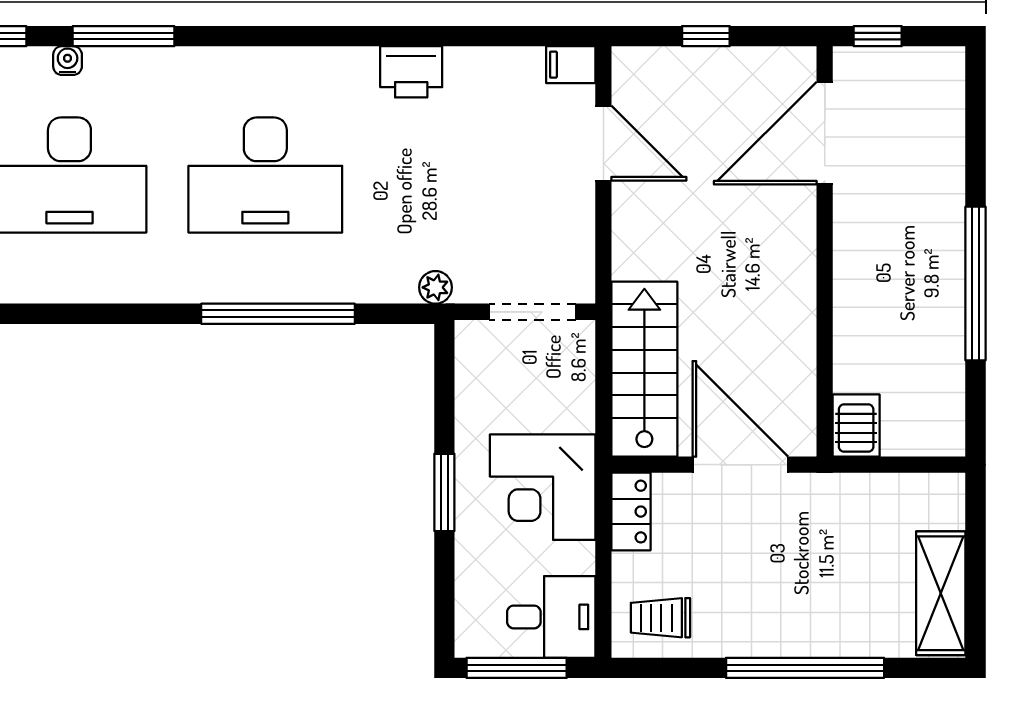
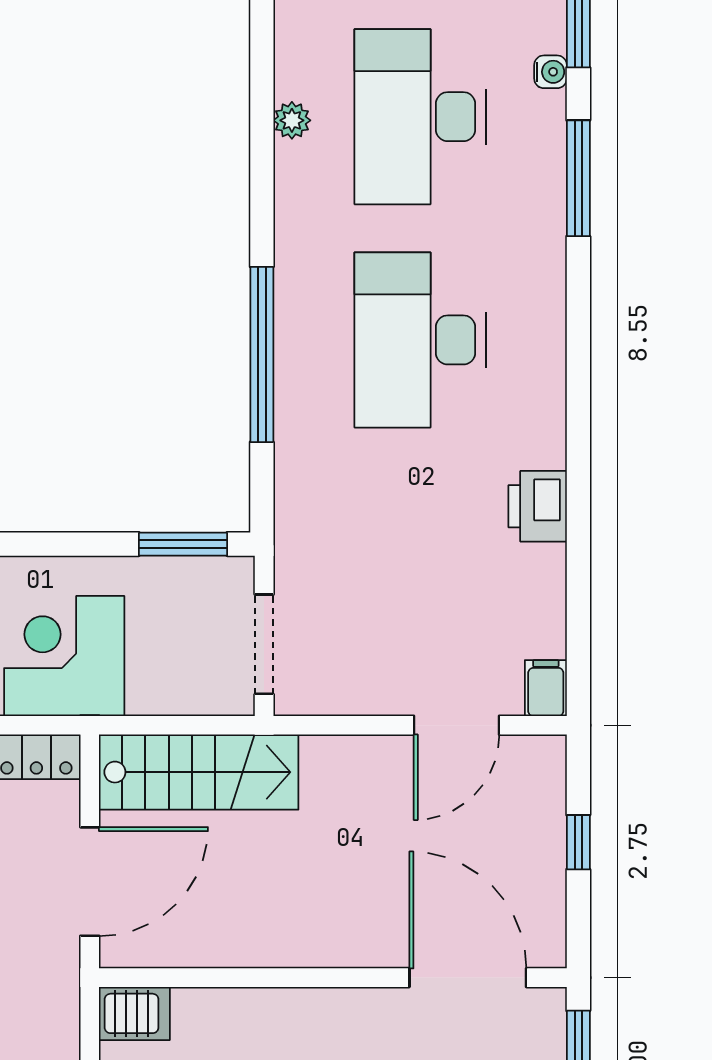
water cooler: (68, 61) -> (550, 72), moved
plant: (435, 287) -> (292, 120), moved
window: (444, 492) -> (183, 544), moved

